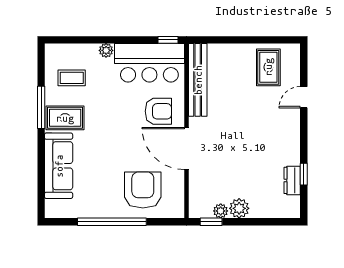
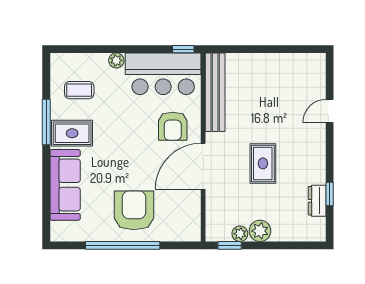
rug: (268, 67) -> (263, 163), moved
armchair: (158, 111) -> (173, 126), turned 90
door: (186, 148) -> (203, 166), hinge flipped
armchair: (143, 190) -> (134, 210), moved

